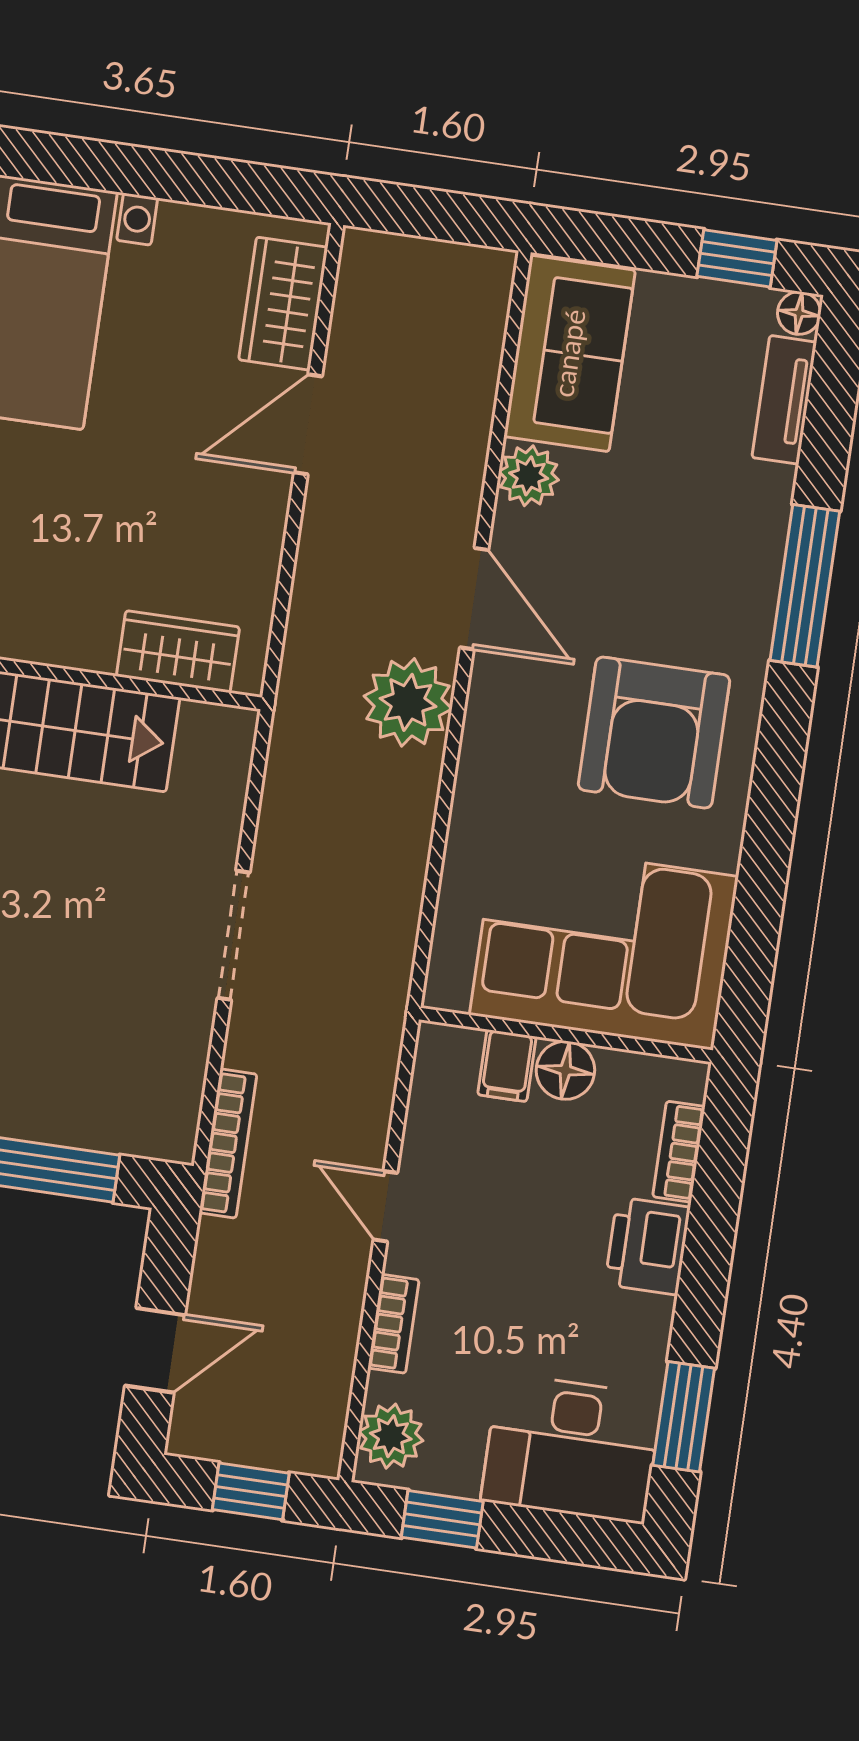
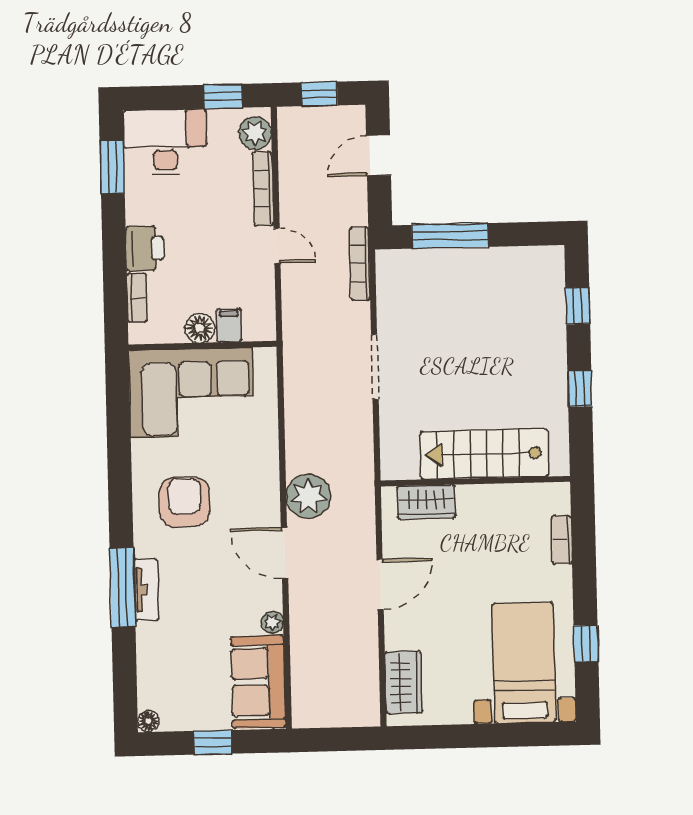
window: (737, 258) -> (213, 742), moved
tv unit: (784, 400) -> (146, 590), moved
door: (308, 424) -> (380, 584), moved
plant: (529, 476) -> (272, 622), width x0.73, depth x0.73
armchair: (654, 733) -> (185, 502), width x0.73, depth x0.73
bookcase: (393, 1324) -> (263, 189), width x1.56

